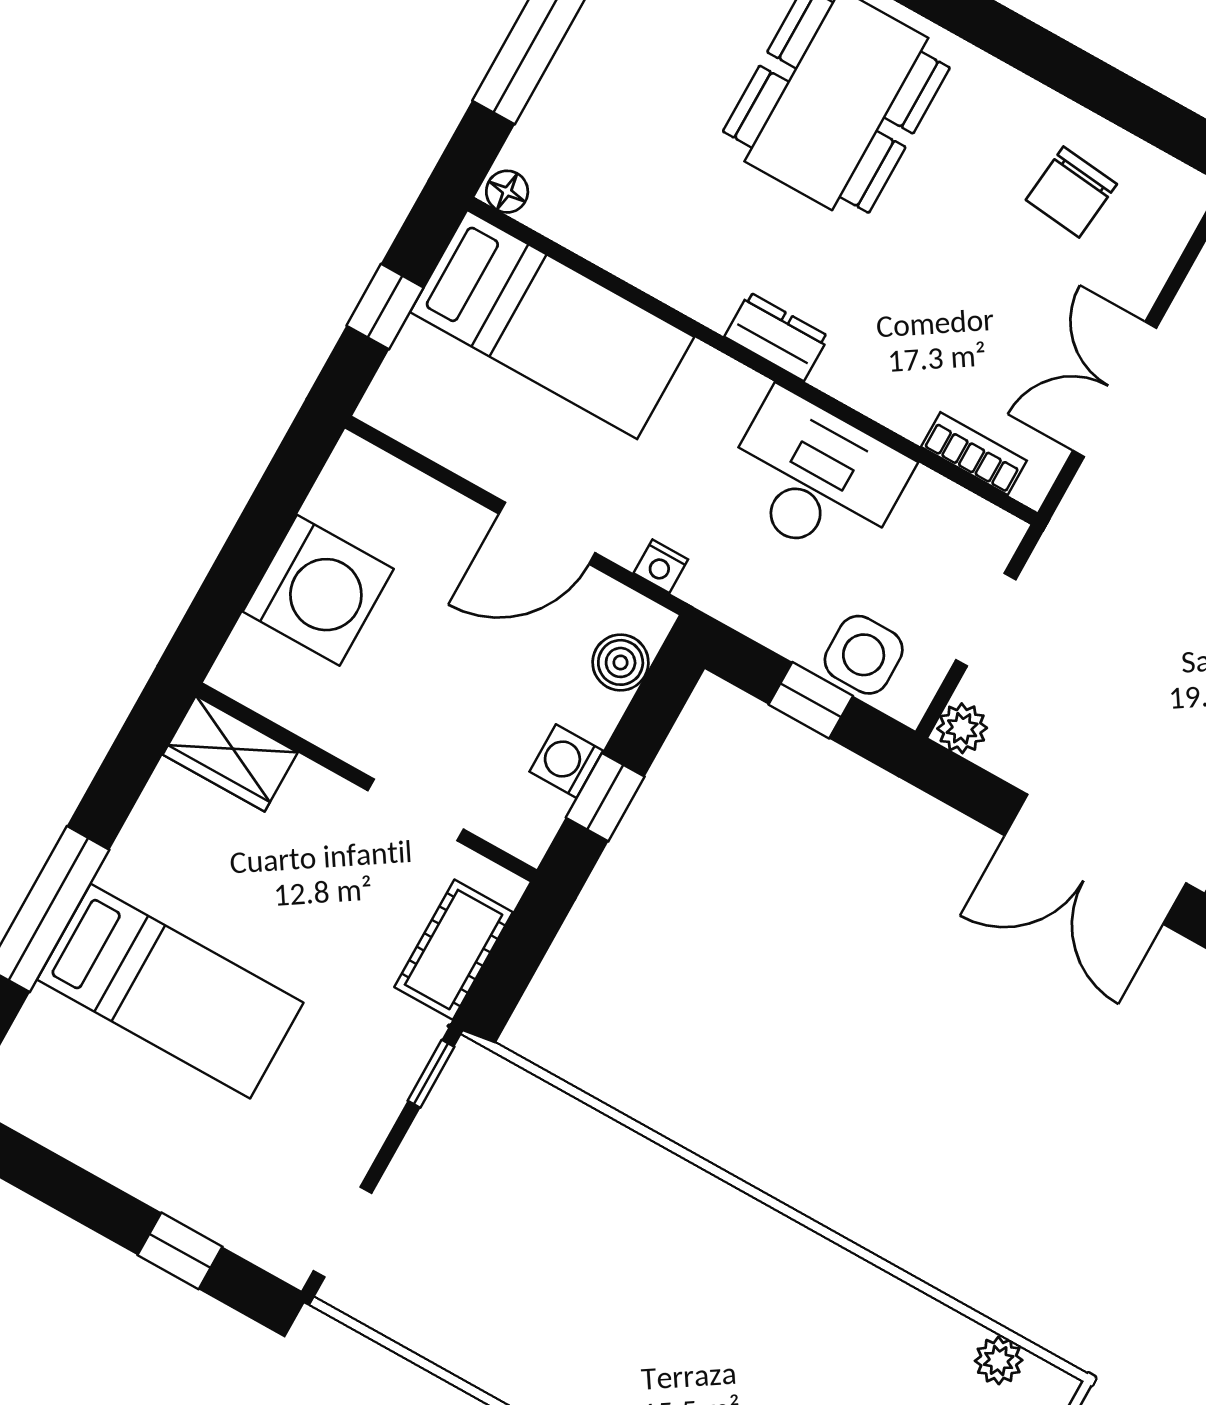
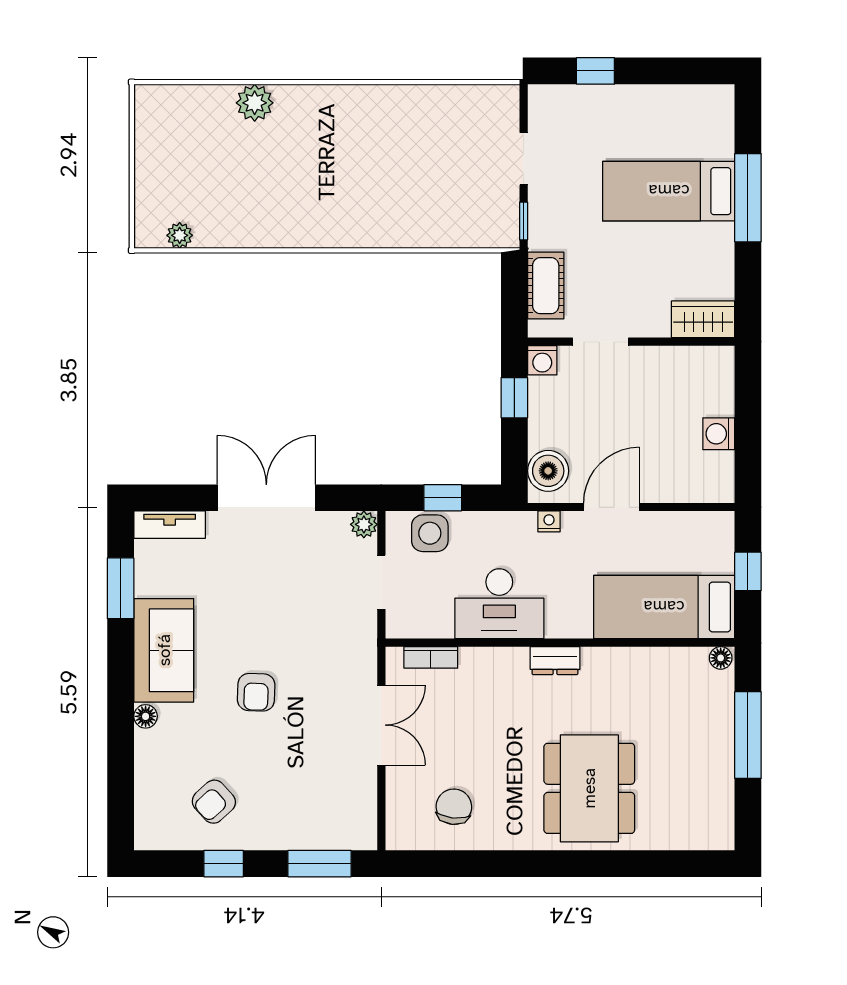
washing machine: (318, 590) -> (719, 434), width x0.53, depth x0.53
boiler: (621, 662) -> (548, 471), width x1.36, depth x1.36
washing machine: (566, 761) -> (542, 360), moved, turned 90
doorway: (343, 1232) -> (524, 159), moved

